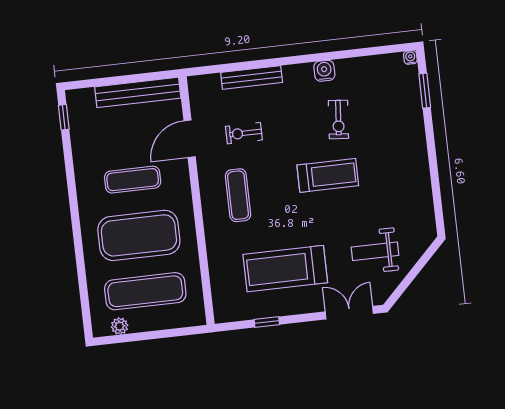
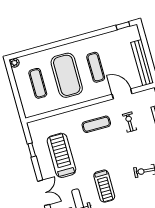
treadmill: (328, 175) -> (104, 186), moved
exercise mat: (145, 291) -> (38, 83), width x0.73, depth x0.69
plant: (120, 326) -> (14, 63), moved

